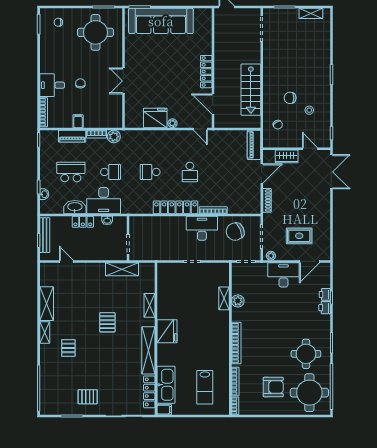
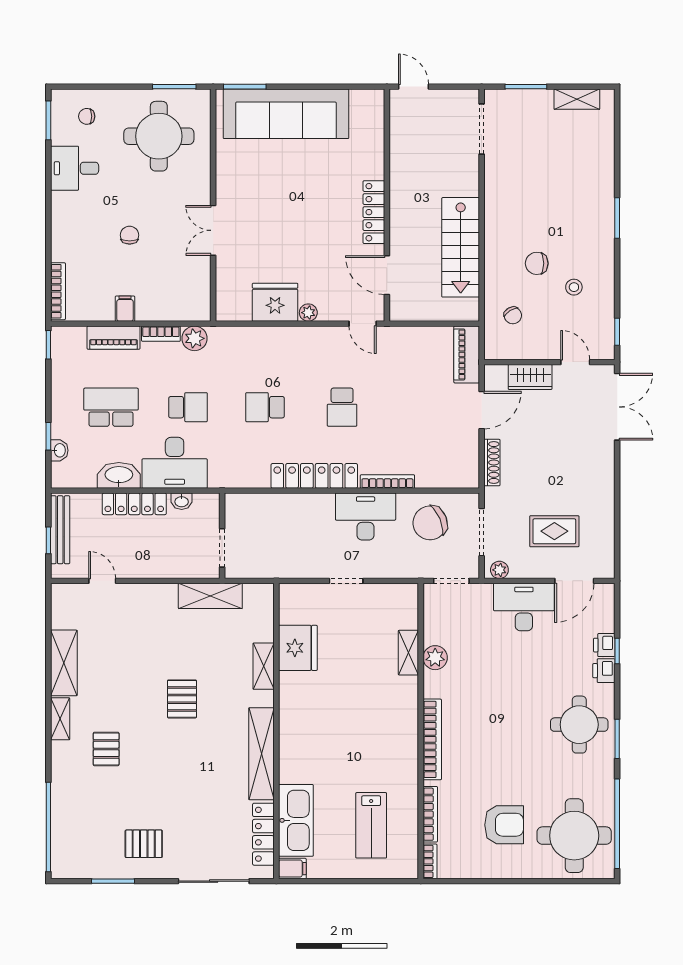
desk: (52, 85) -> (75, 168), moved
locker: (83, 222) -> (134, 504), width x1.53
fridge: (167, 331) -> (298, 648), moved
round table: (306, 354) -> (579, 725), moved

